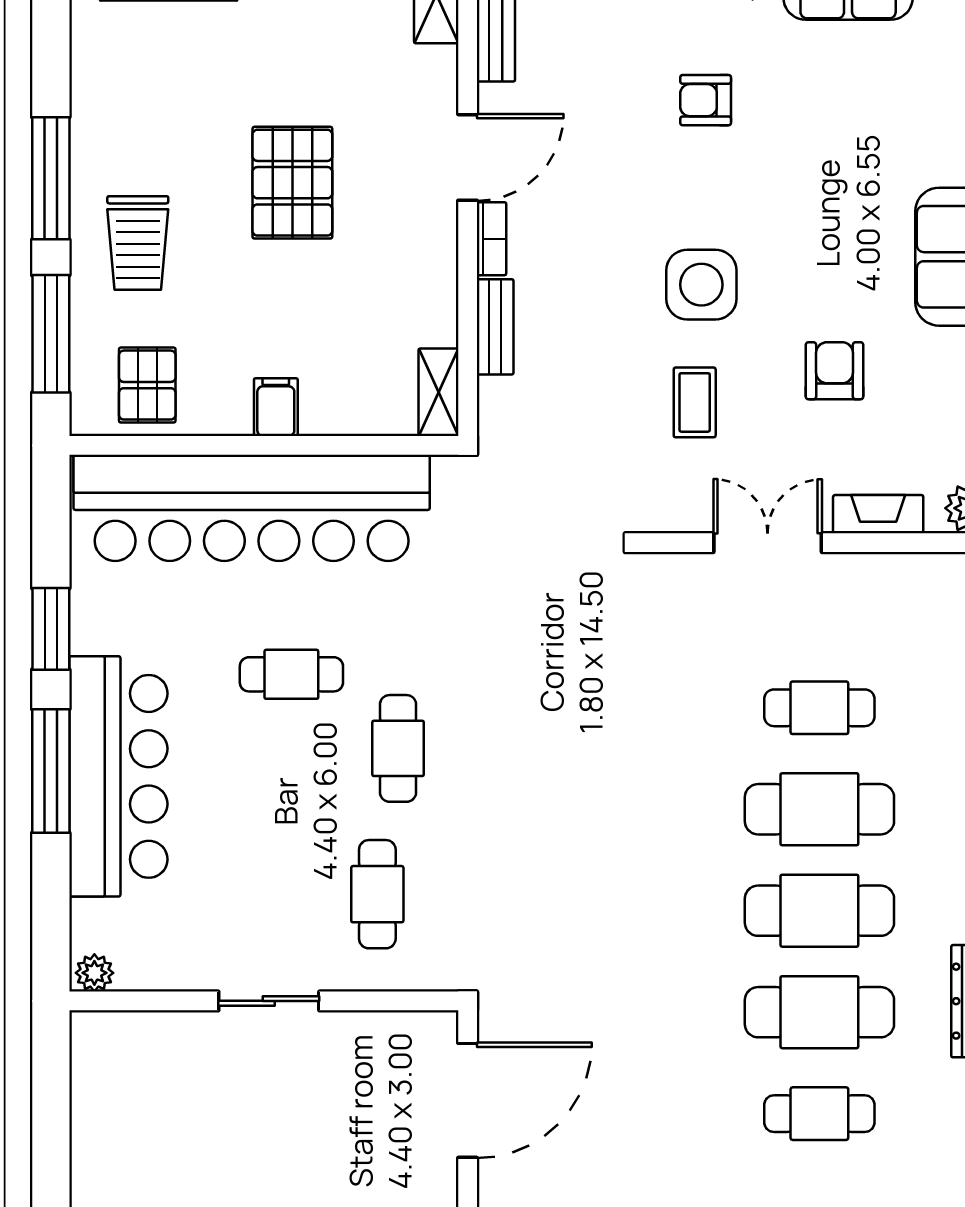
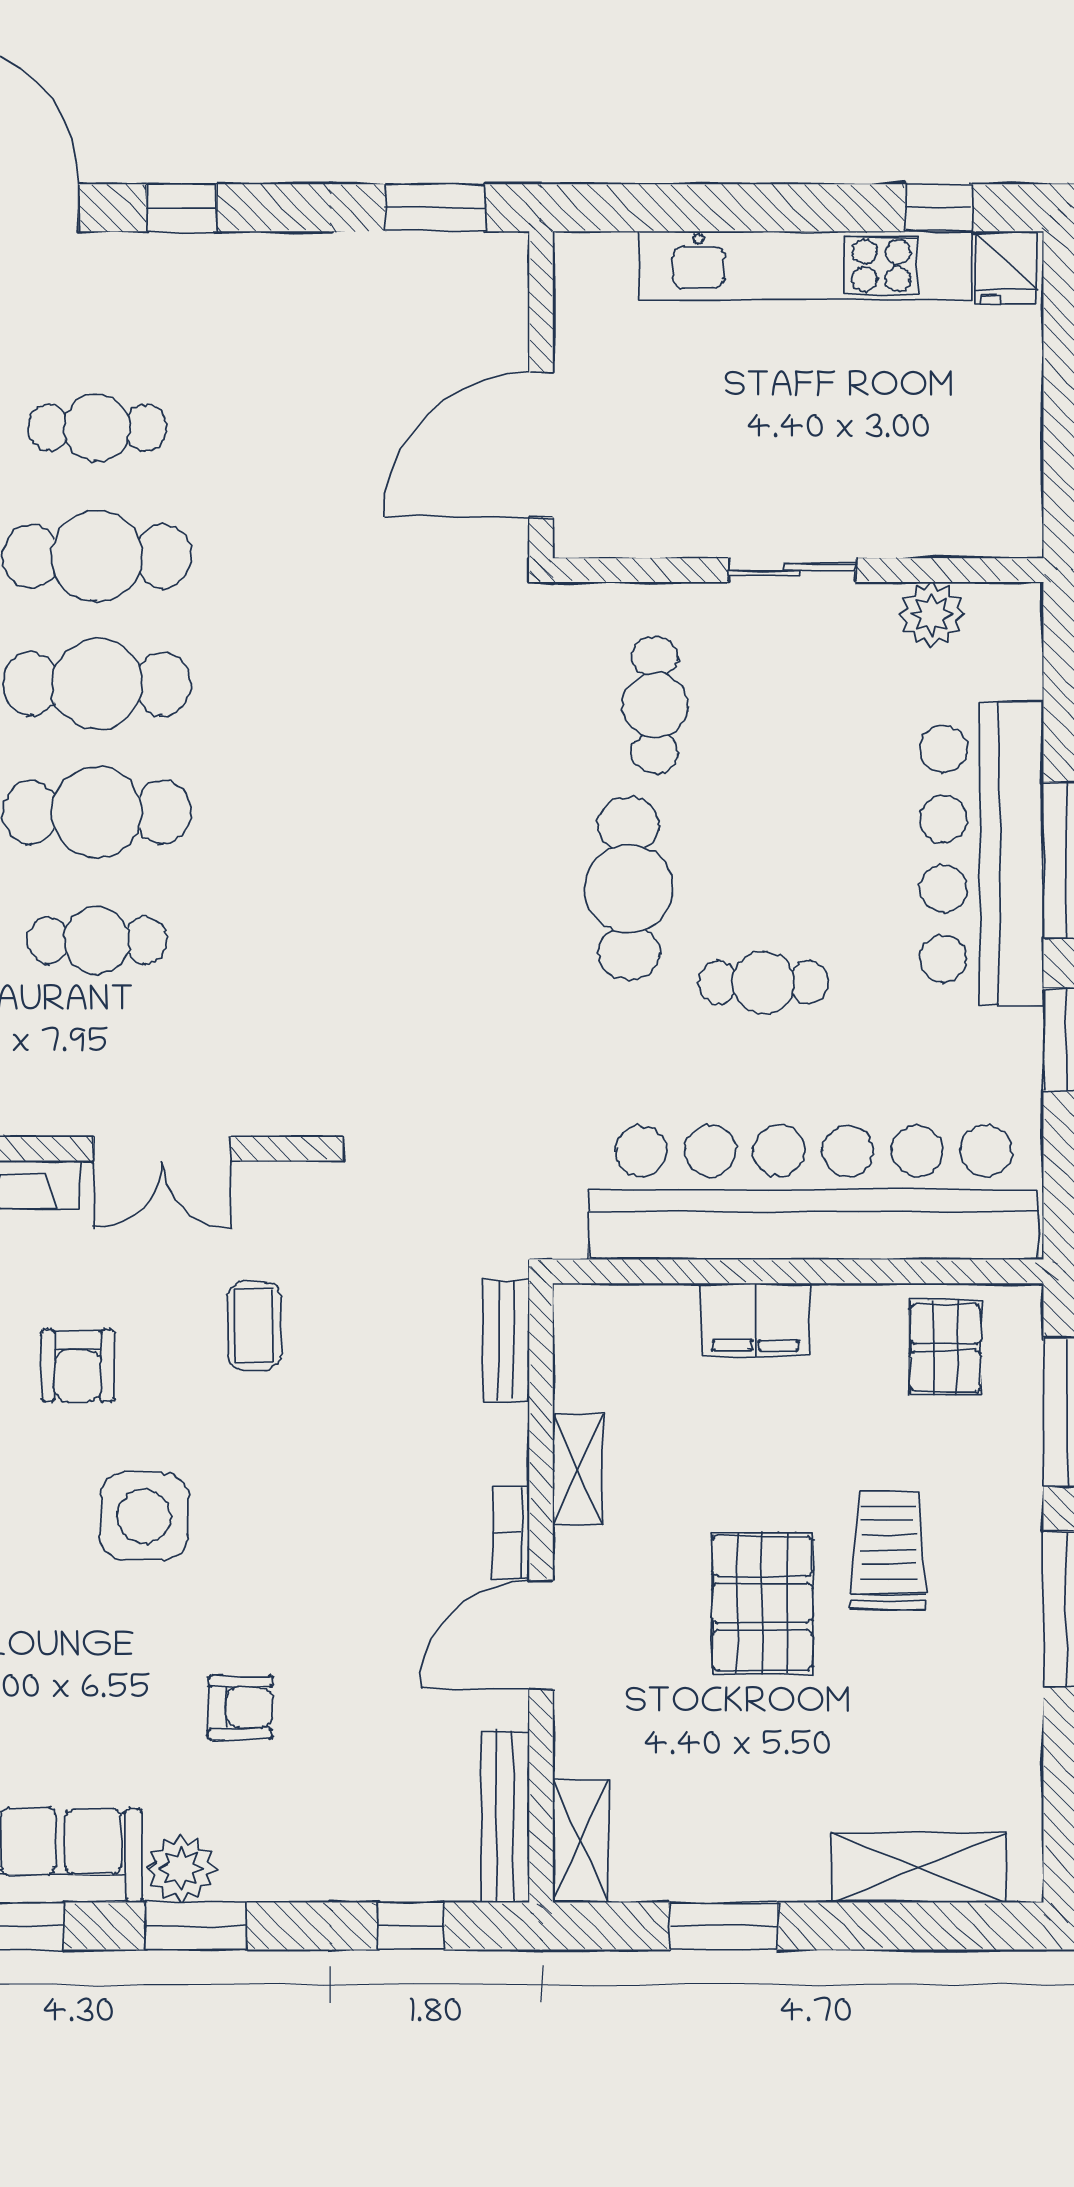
trolley: (138, 243) -> (888, 1551), moved
side table: (701, 285) -> (144, 1516), moved
bench: (495, 327) -> (506, 1340), moved
shelving: (439, 392) -> (578, 1469), moved
filing cabinet: (276, 407) -> (756, 1320), width x2.00
cafe table: (398, 748) -> (629, 889), width x1.37, depth x1.35
plant: (94, 973) -> (932, 615), moved, width x1.38, depth x1.38

